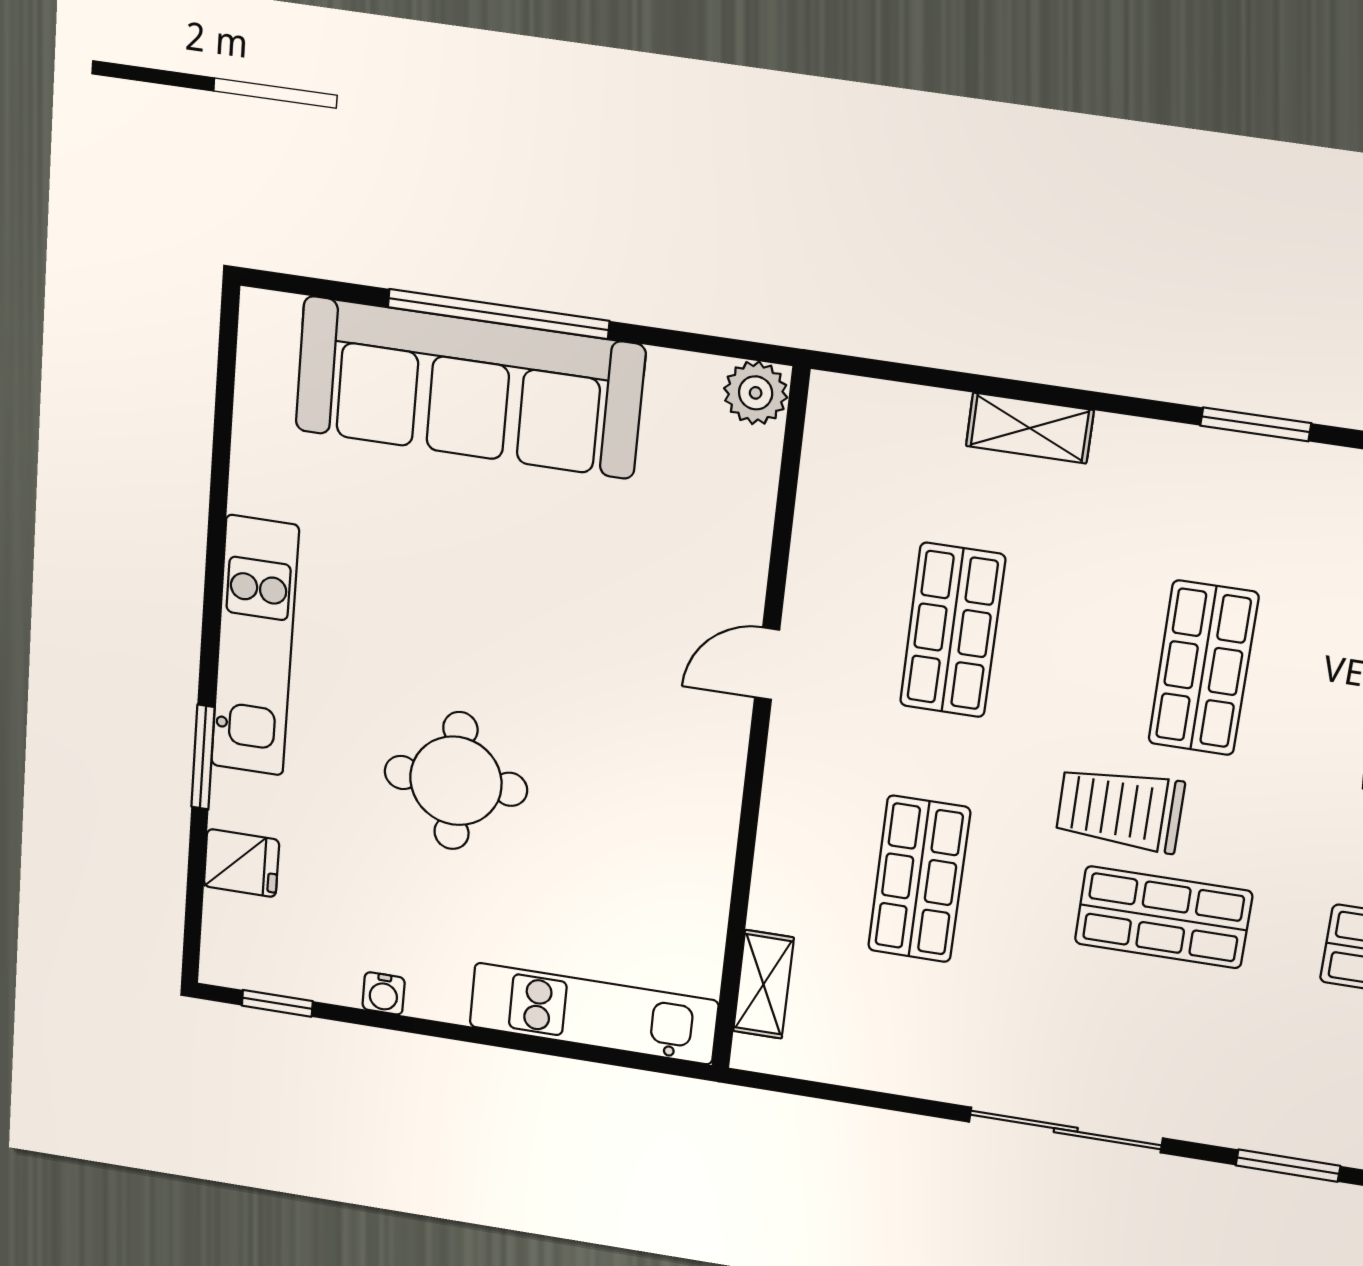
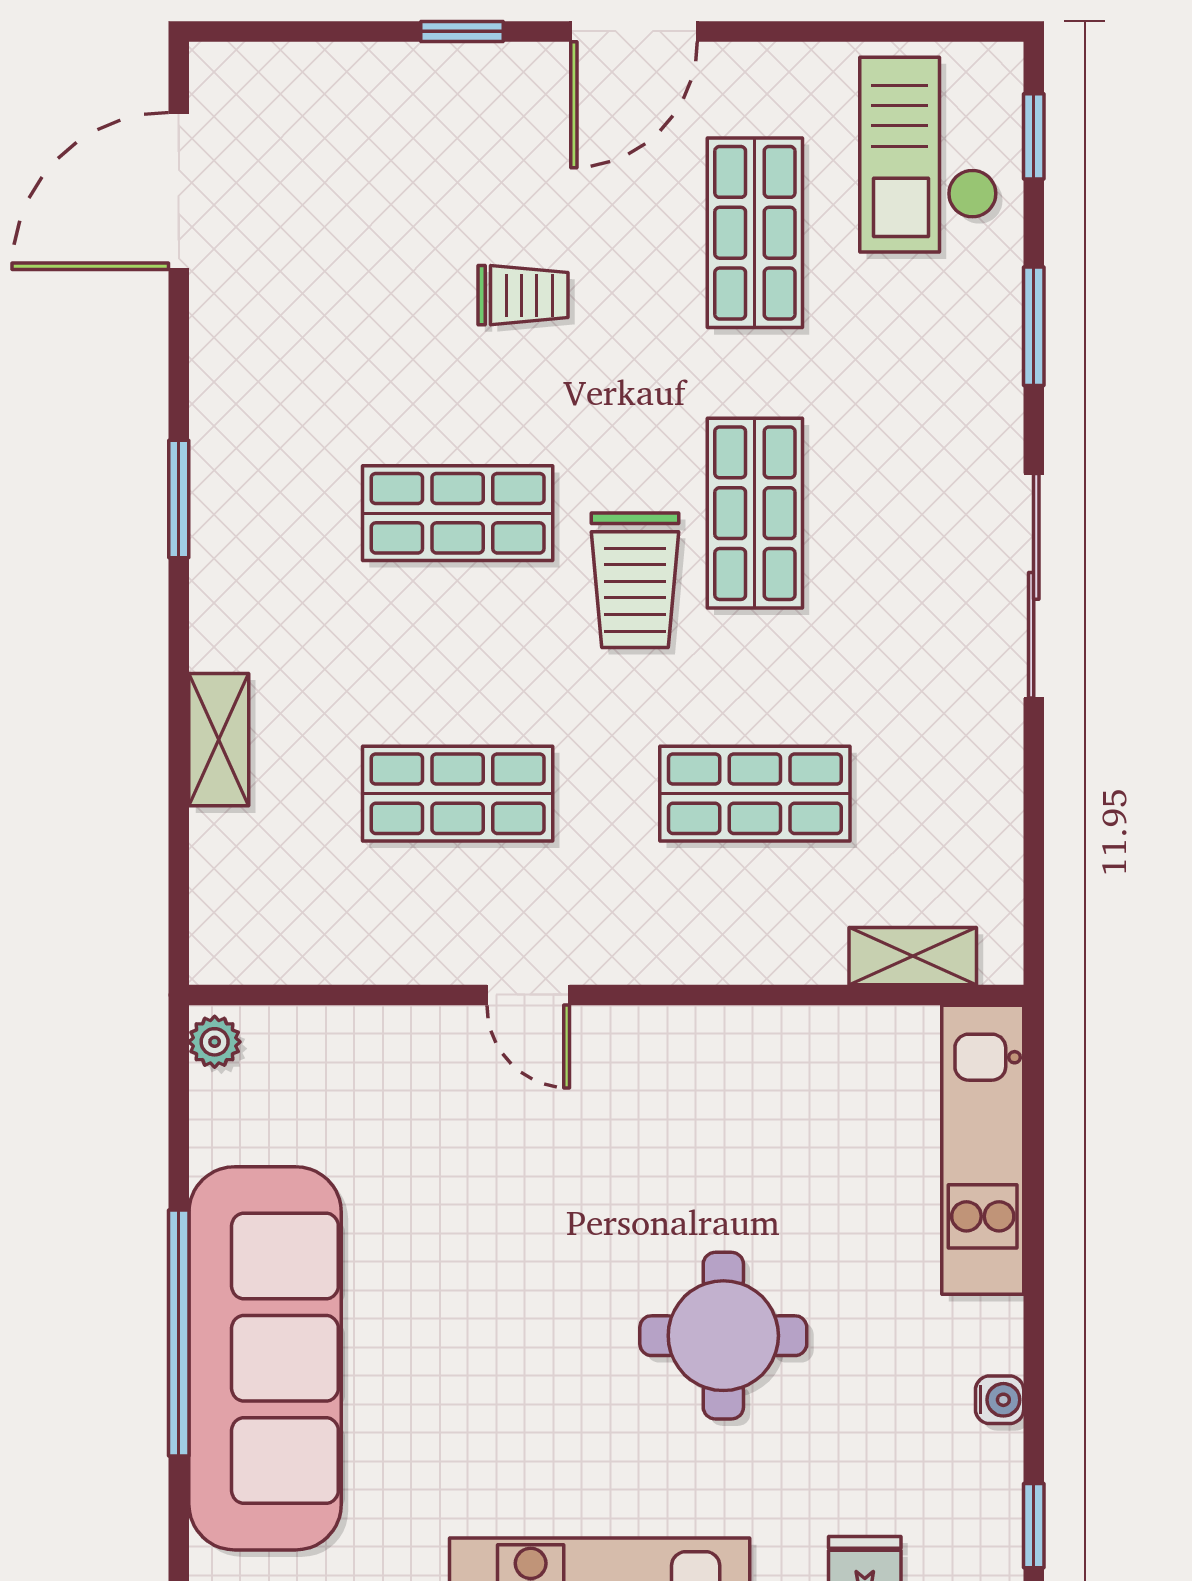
plant: (756, 393) -> (215, 1042), width x0.73, depth x0.73

